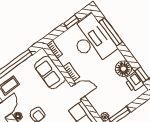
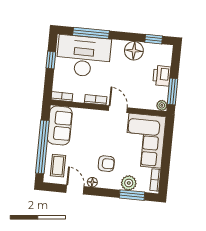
sofa: (50, 72) -> (60, 126), moved, turned -90
printer: (134, 82) -> (162, 76), moved, turned 90
door: (78, 91) -> (118, 109), hinge flipped

